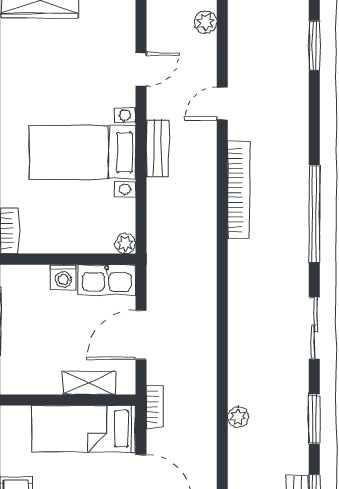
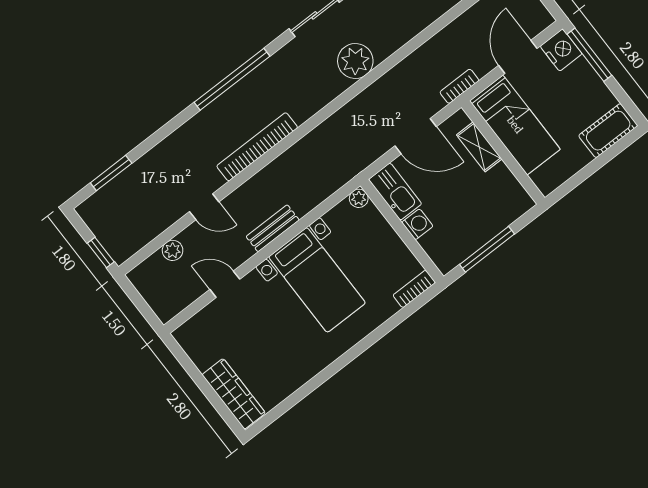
plant: (206, 22) -> (173, 250), moved
plant: (238, 417) -> (355, 61), moved, width x1.88, depth x1.88

